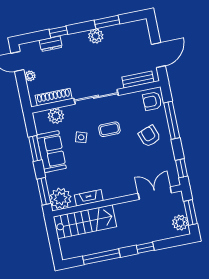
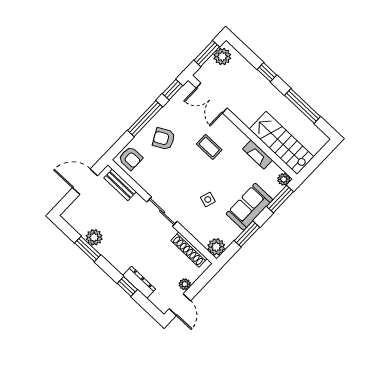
plant: (96, 36) -> (94, 237), moved
dresser: (51, 44) -> (139, 282), width x1.44
sliding door: (96, 97) -> (162, 212), width x0.73
plant: (56, 116) -> (216, 247), moved
window: (172, 120) -> (145, 119), moved
coffee table: (109, 129) -> (209, 147), moved
armchair: (149, 136) -> (164, 139), turned 82
sofa: (51, 152) -> (249, 207), moved
plant: (60, 198) -> (284, 179), width x0.53, depth x0.53

